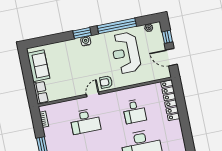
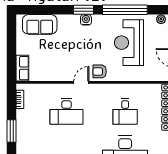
sofa: (39, 66) -> (40, 24), moved, turned 90

